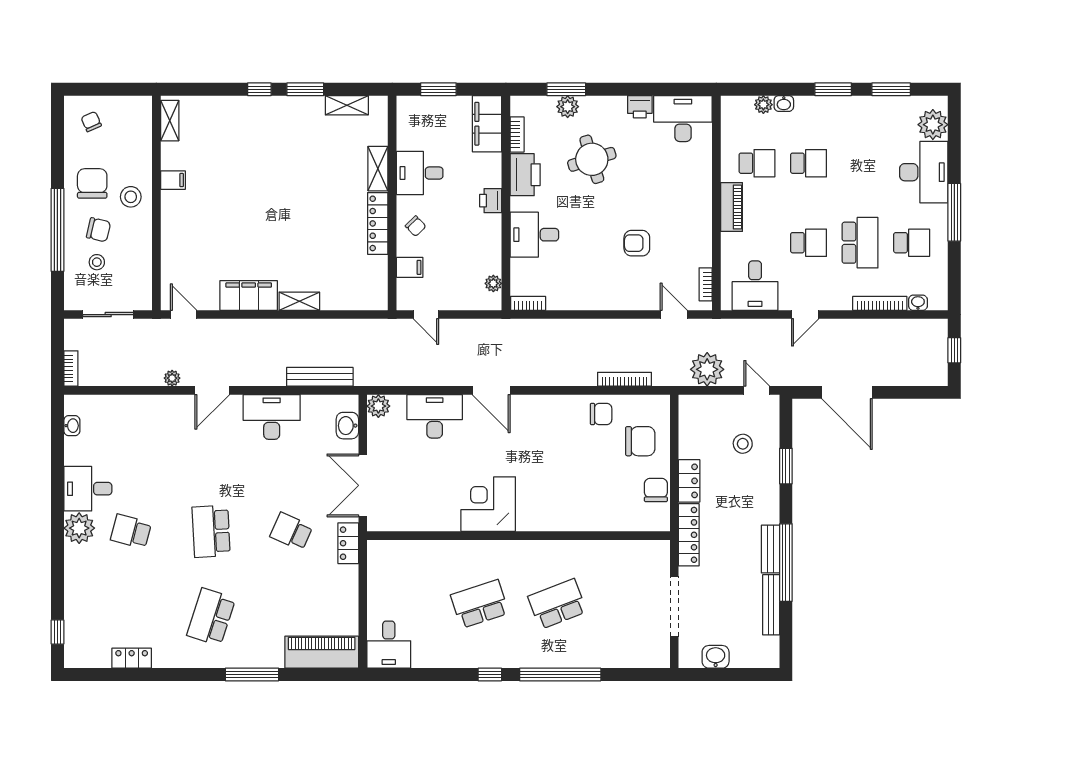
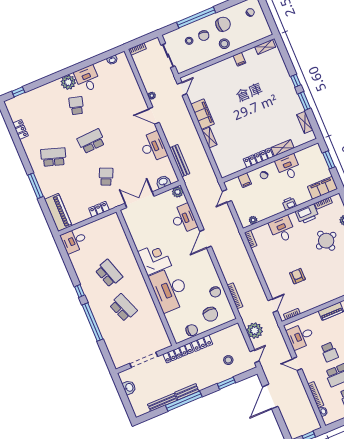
desk: (560, 500) -> (170, 289), added
locker: (348, 543) -> (99, 209), moved

